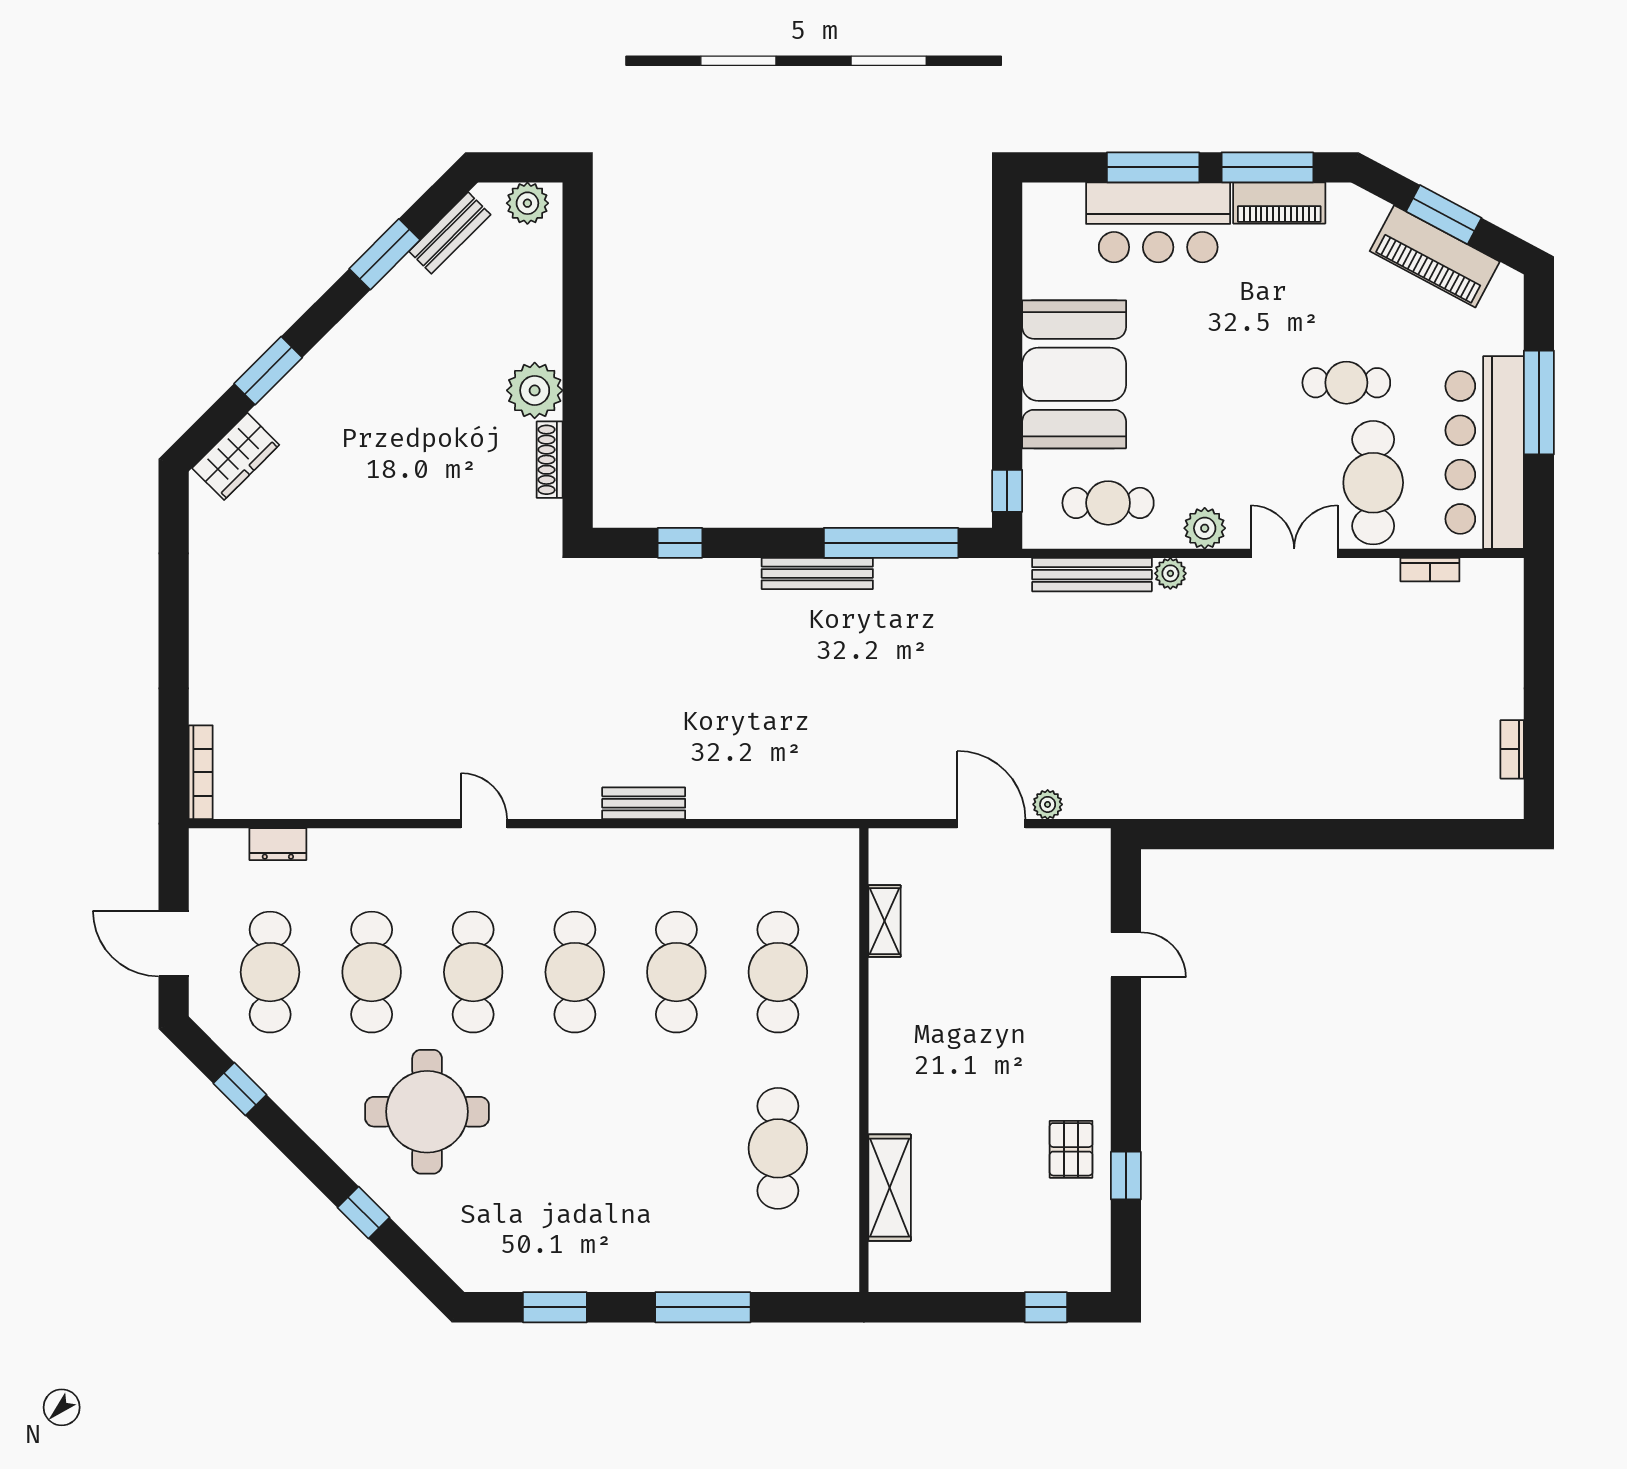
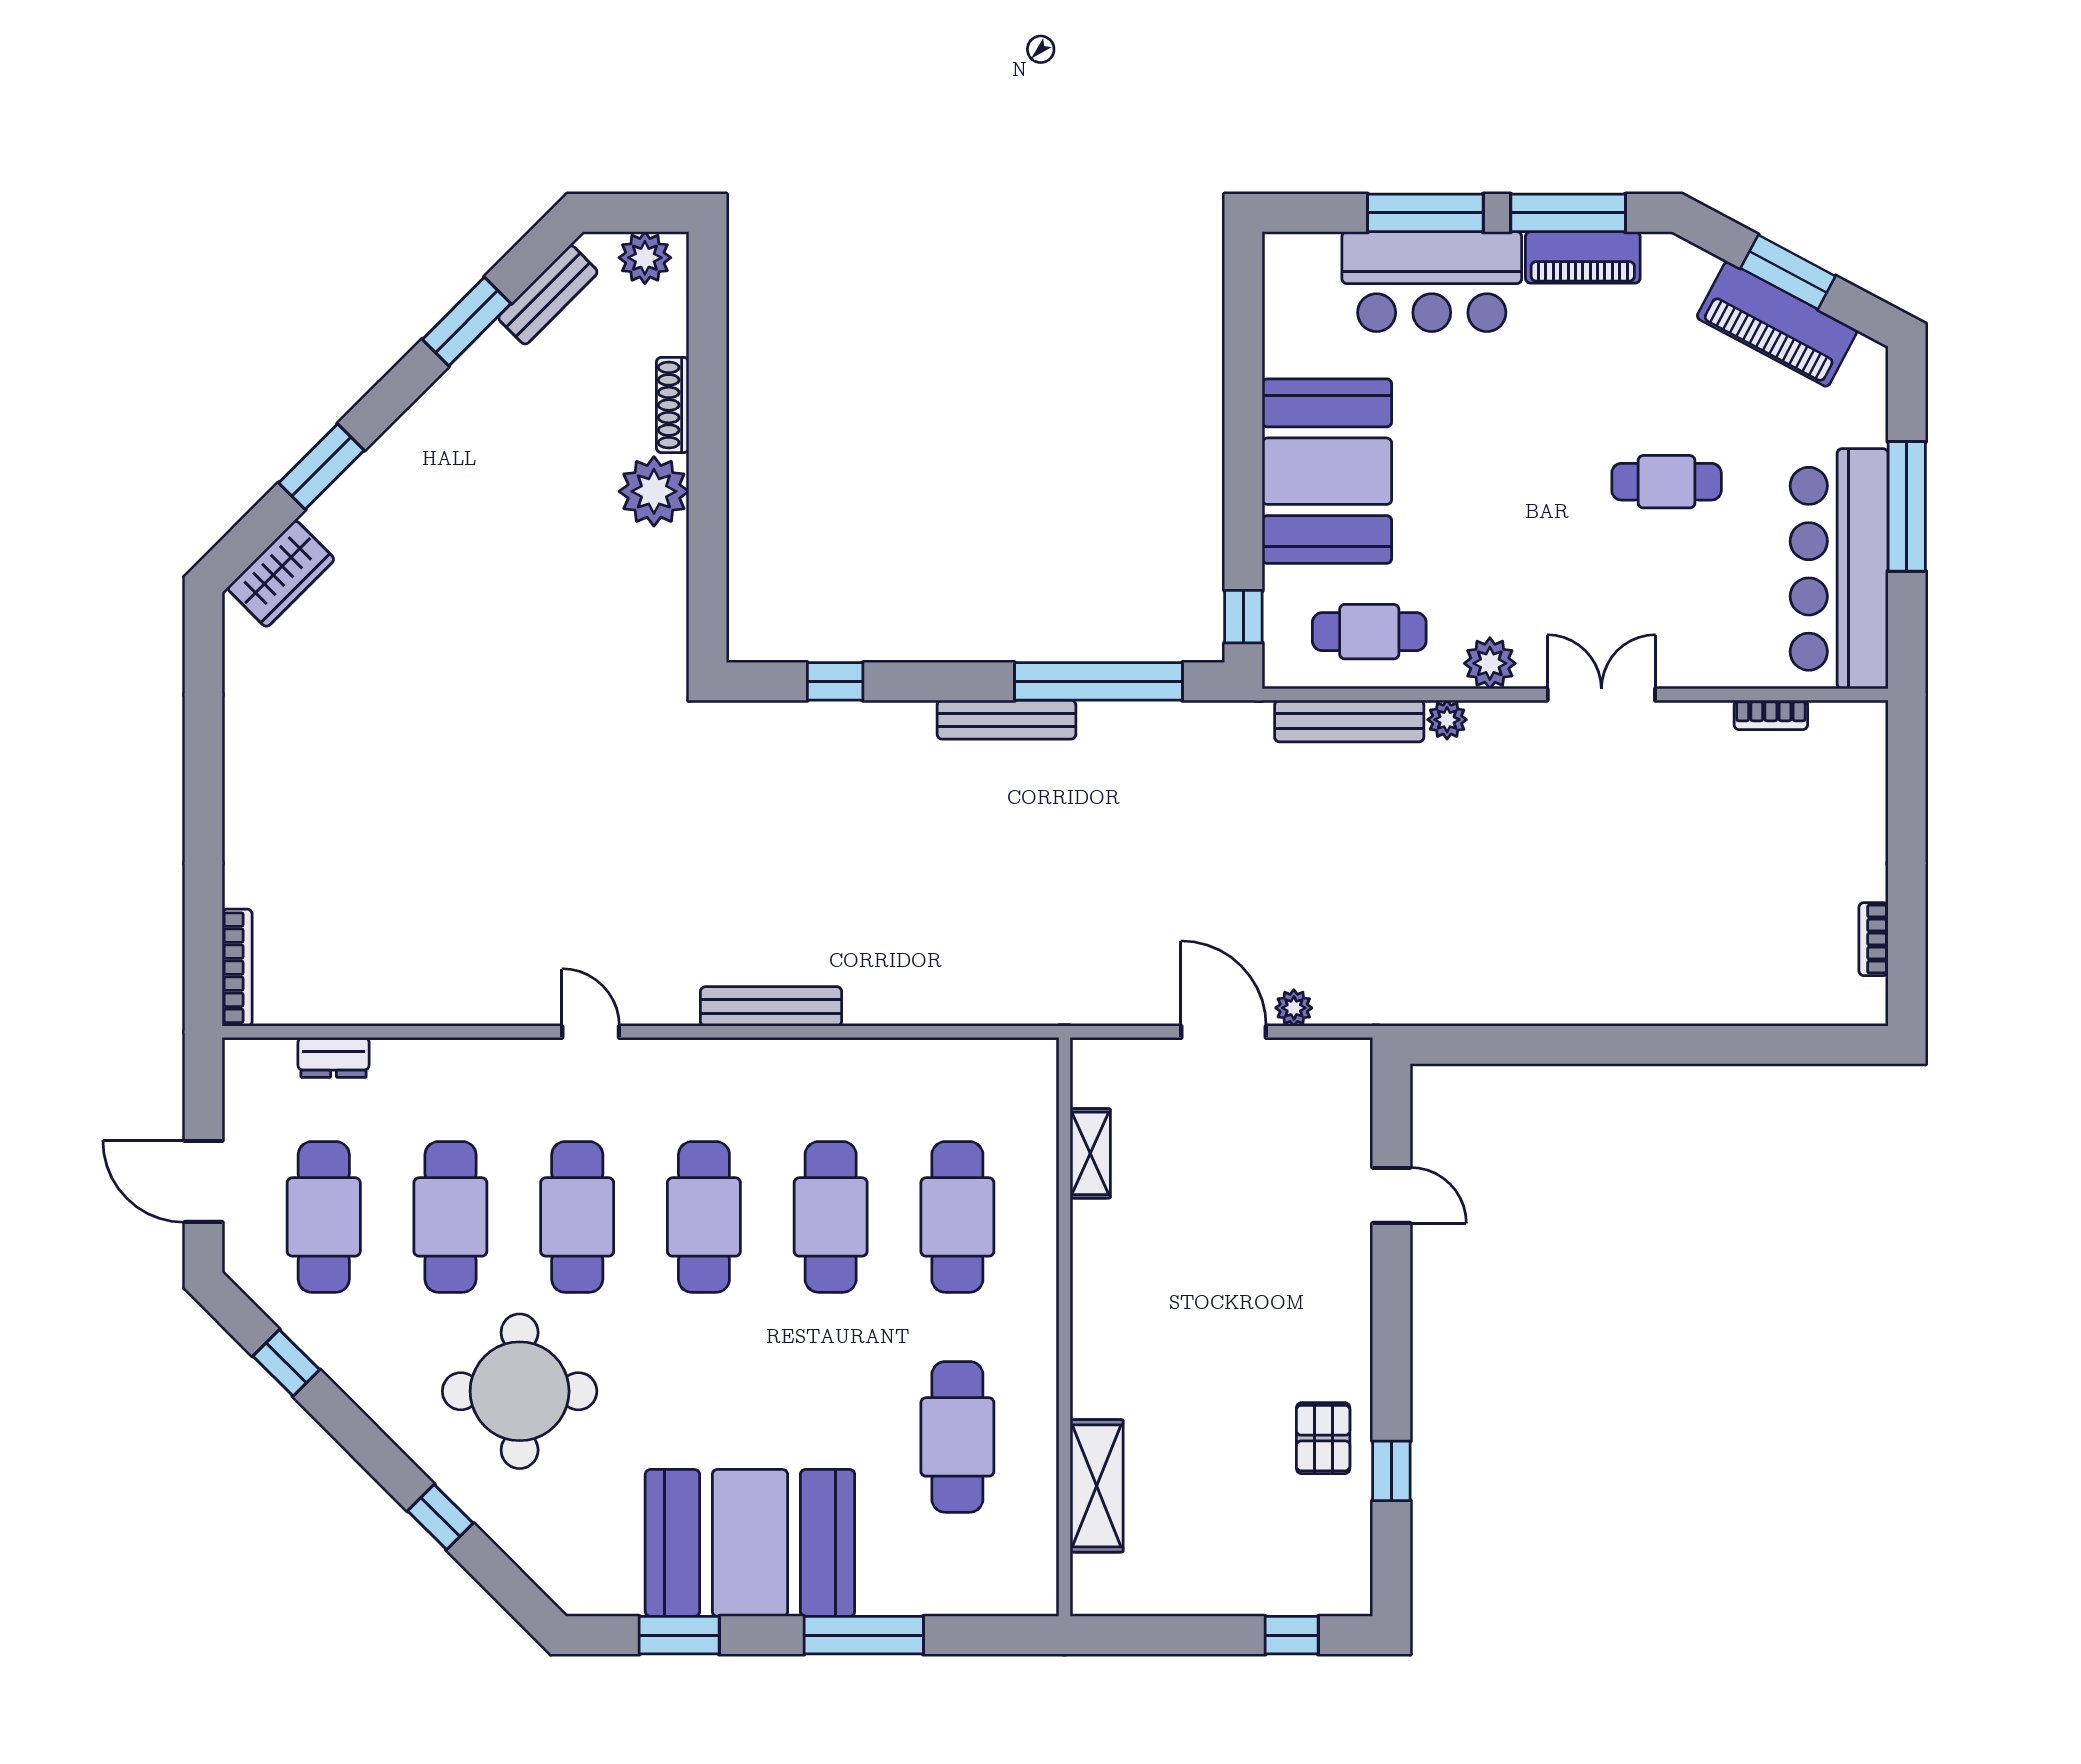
shoe rack: (550, 460) -> (673, 405), moved
cafe table: (1373, 483) -> (1700, 606), removed
bench: (644, 803) -> (771, 1006), width x1.36
booth: (612, 1233) -> (750, 1543), added

